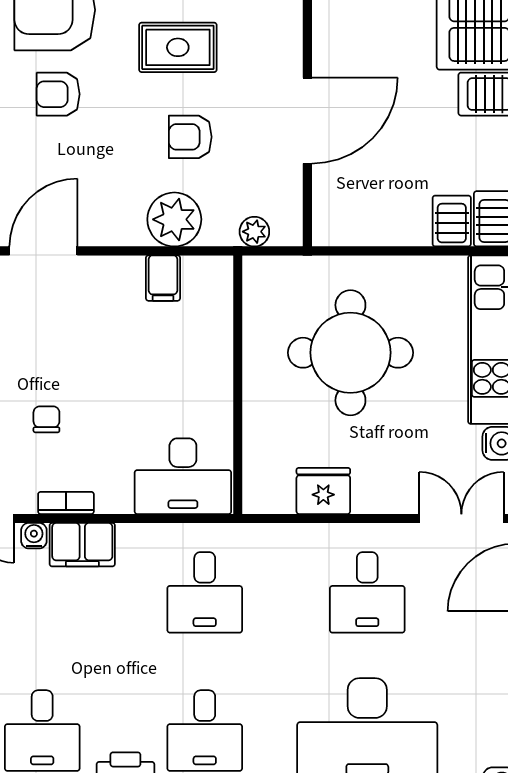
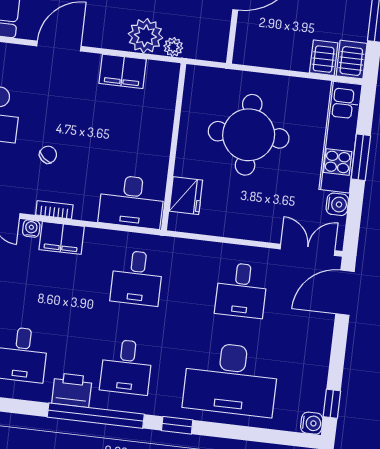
plant: (254, 232) -> (173, 47), moved
filing cabinet: (163, 278) -> (123, 71), width x2.00
chair: (46, 419) -> (48, 155), turned 40
fridge: (323, 491) -> (186, 196), moved, turned 90

